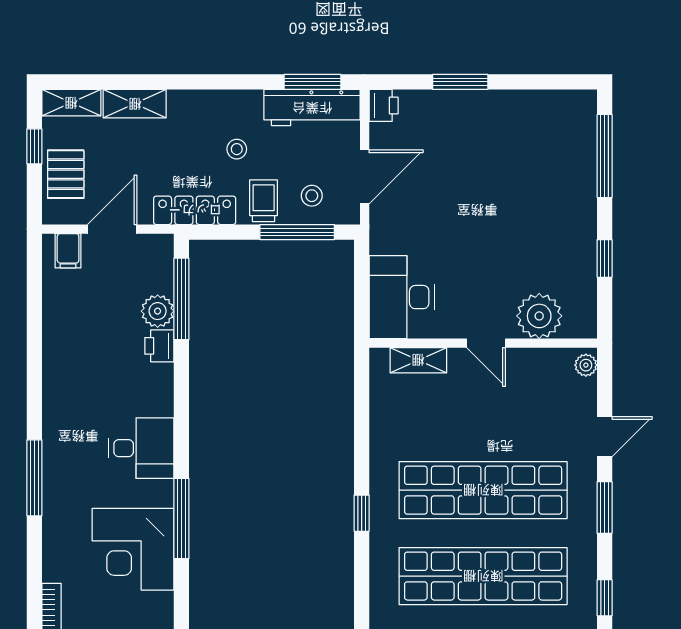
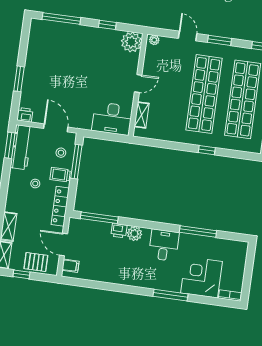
plant: (158, 311) -> (134, 234), moved
plant: (539, 316) -> (131, 42), moved
corner desk: (133, 549) -> (201, 277), moved, turned 180

